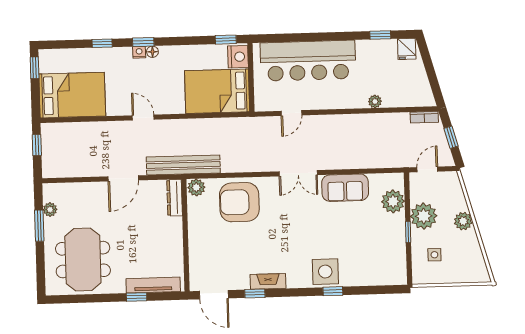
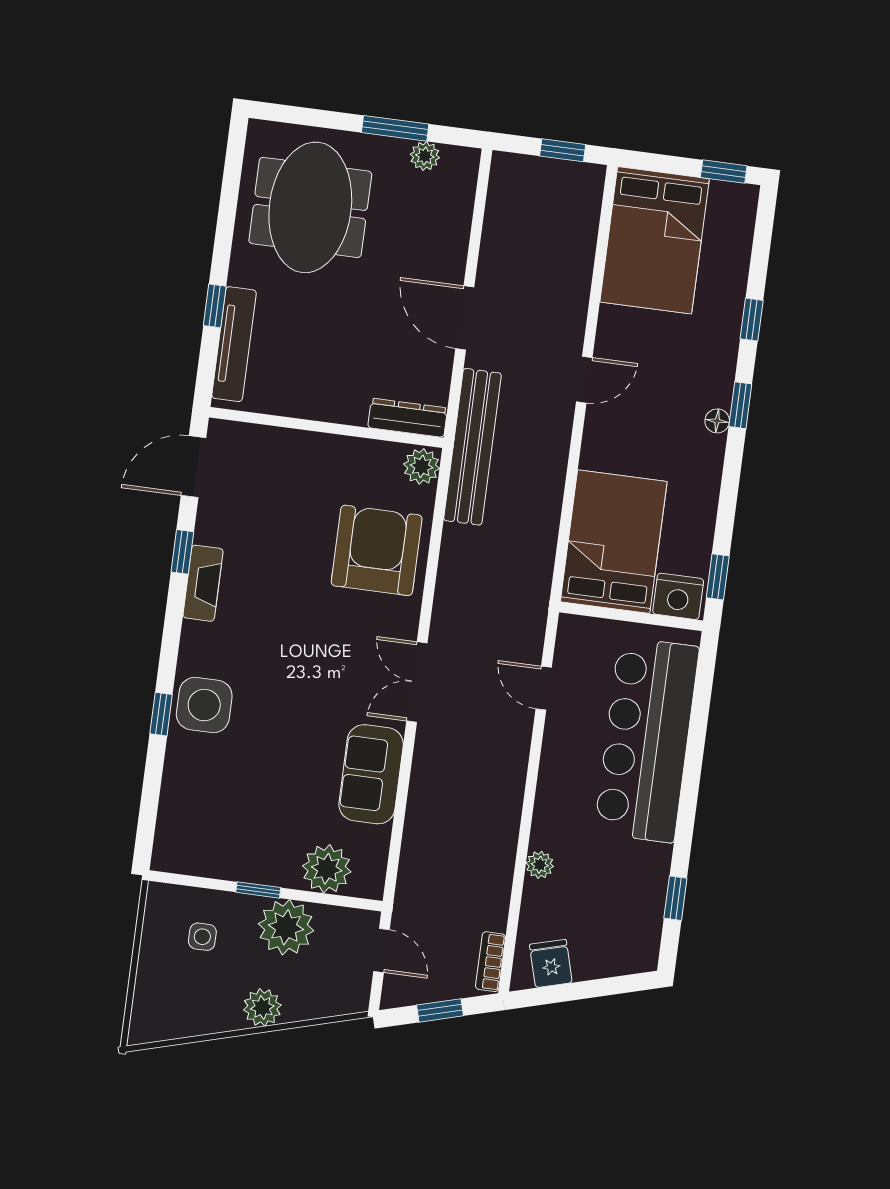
fridge: (407, 49) -> (551, 963), moved, turned 74
nightstand: (139, 52) -> (721, 393), removed
meeting table: (83, 260) -> (310, 207), turned 90

